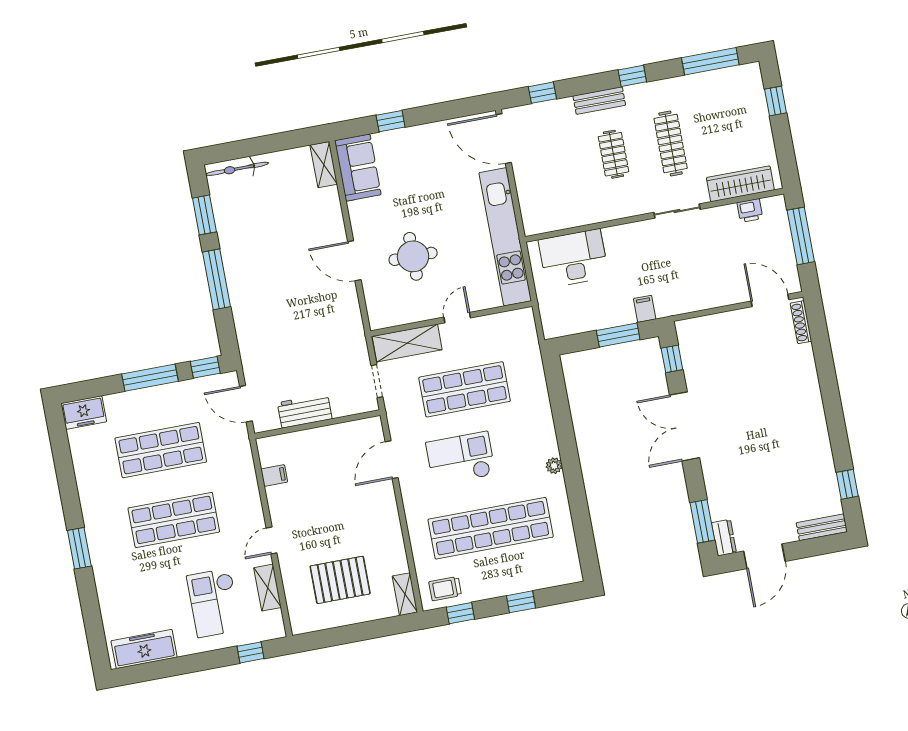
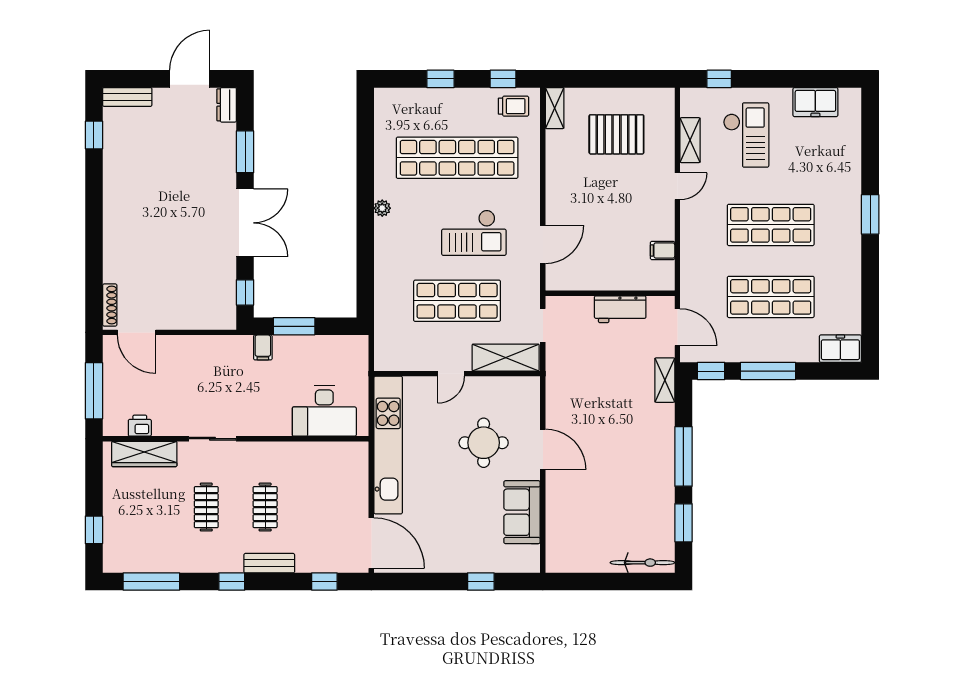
clothes rail: (671, 143) -> (206, 507), width x0.73
shelving: (324, 165) -> (665, 380), moved
sofa: (358, 168) -> (522, 512), moved
window: (702, 521) -> (245, 152), moved
freezer: (144, 649) -> (815, 102), width x0.71

